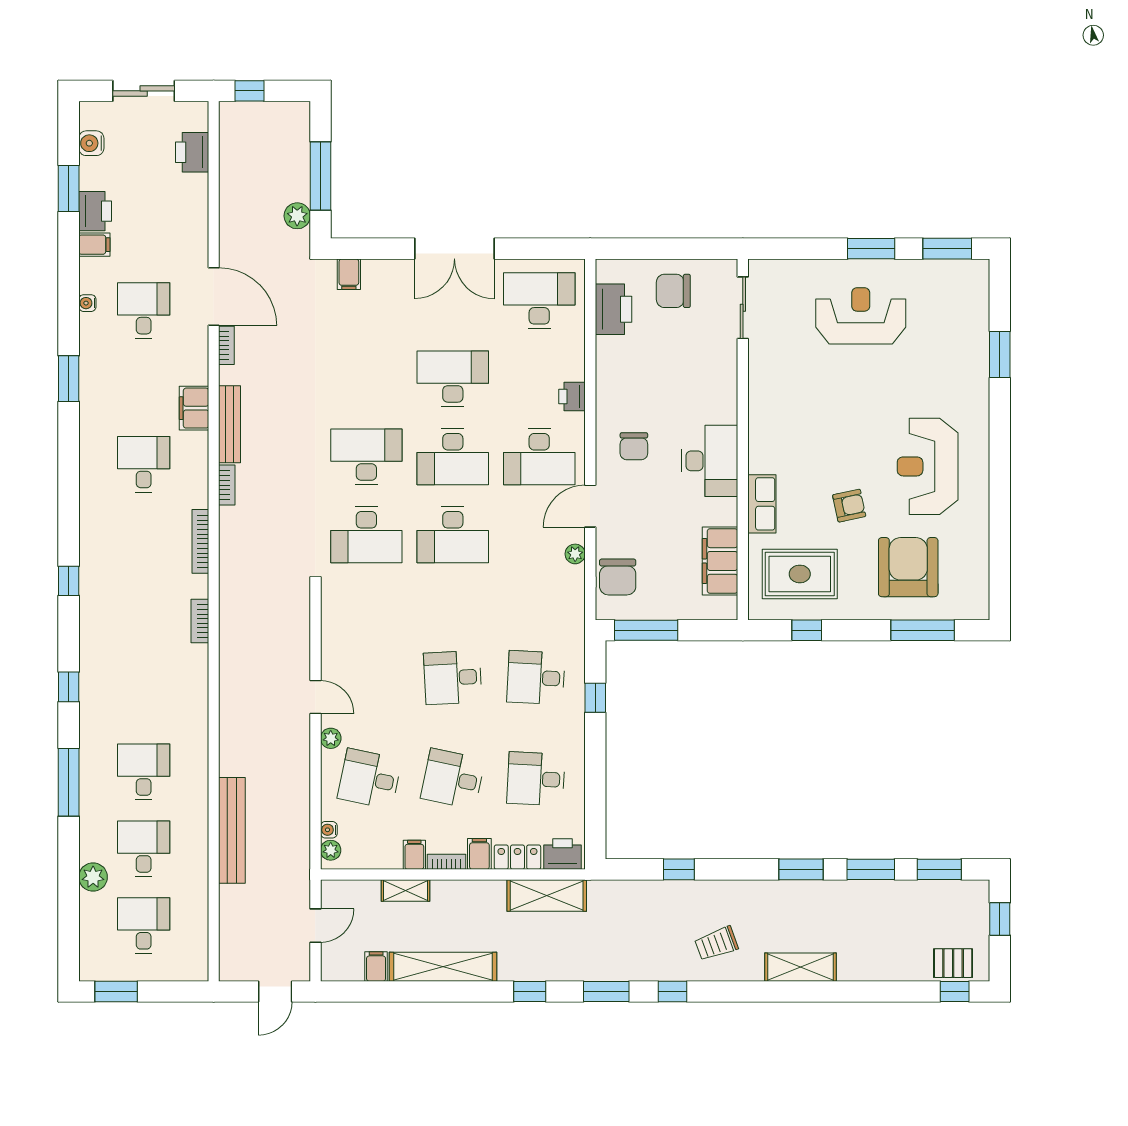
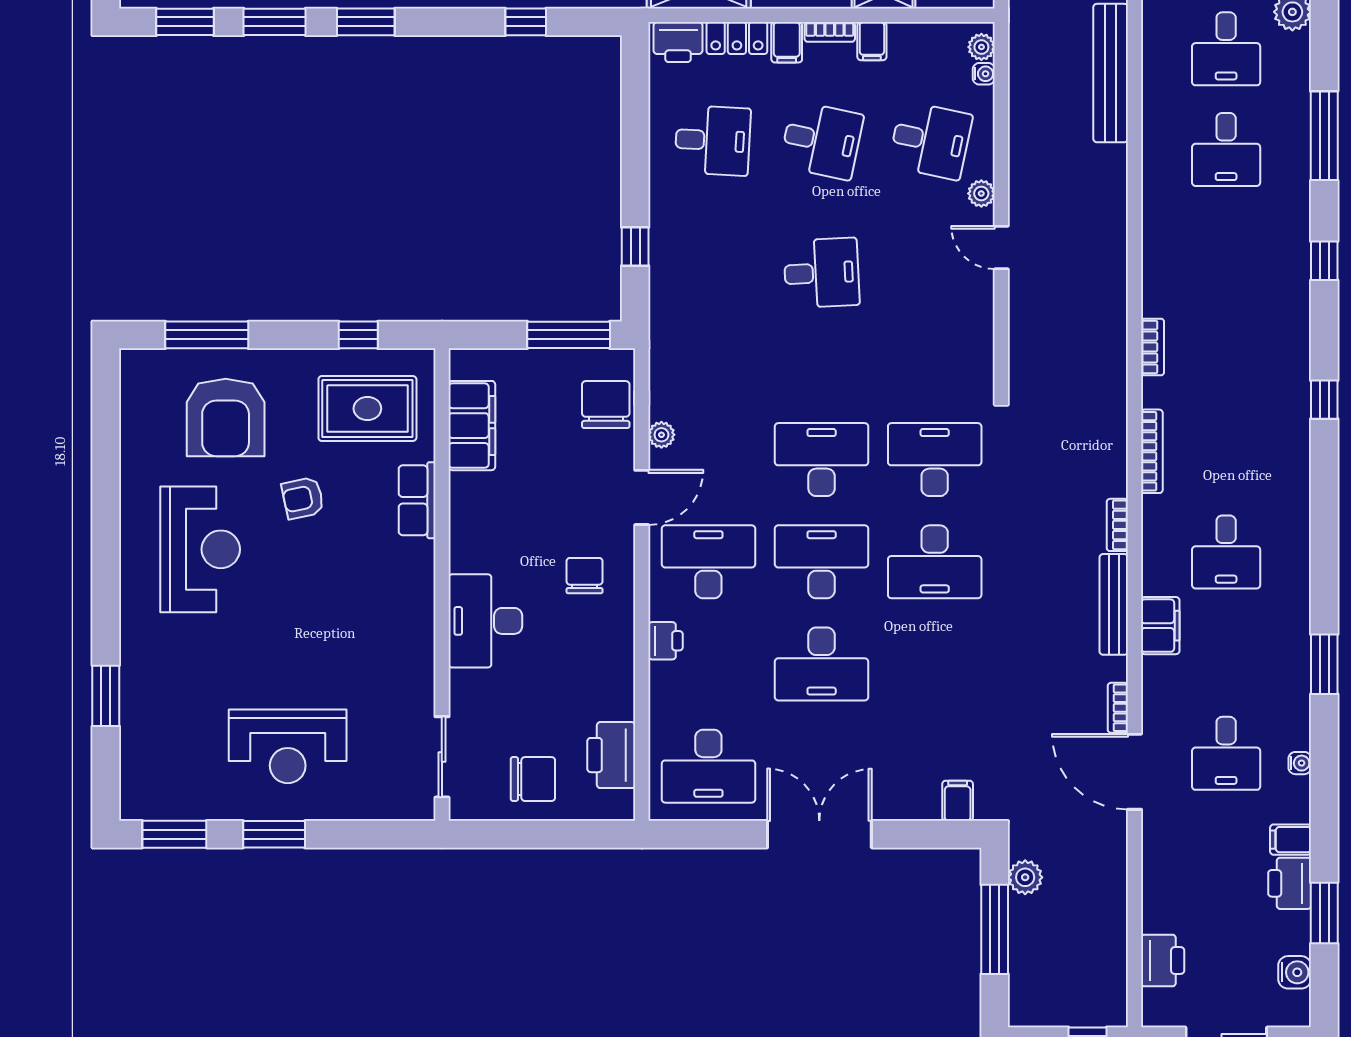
desk: (710, 461) -> (485, 621), moved
desk: (536, 678) -> (713, 273), removed

